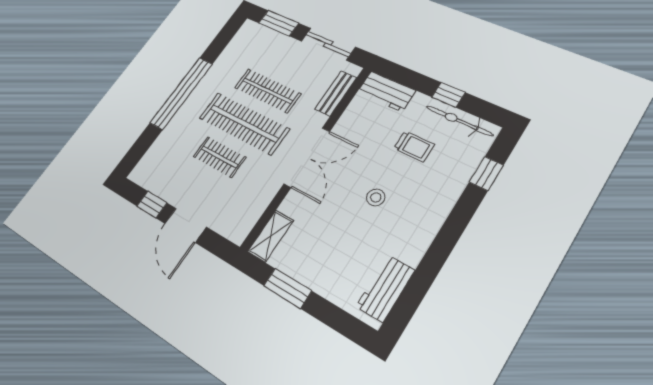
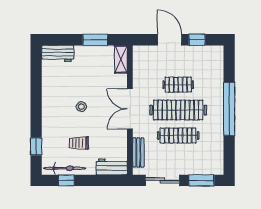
window: (448, 95) -> (66, 180), moved
workbench: (385, 288) -> (58, 54), moved, turned 90

